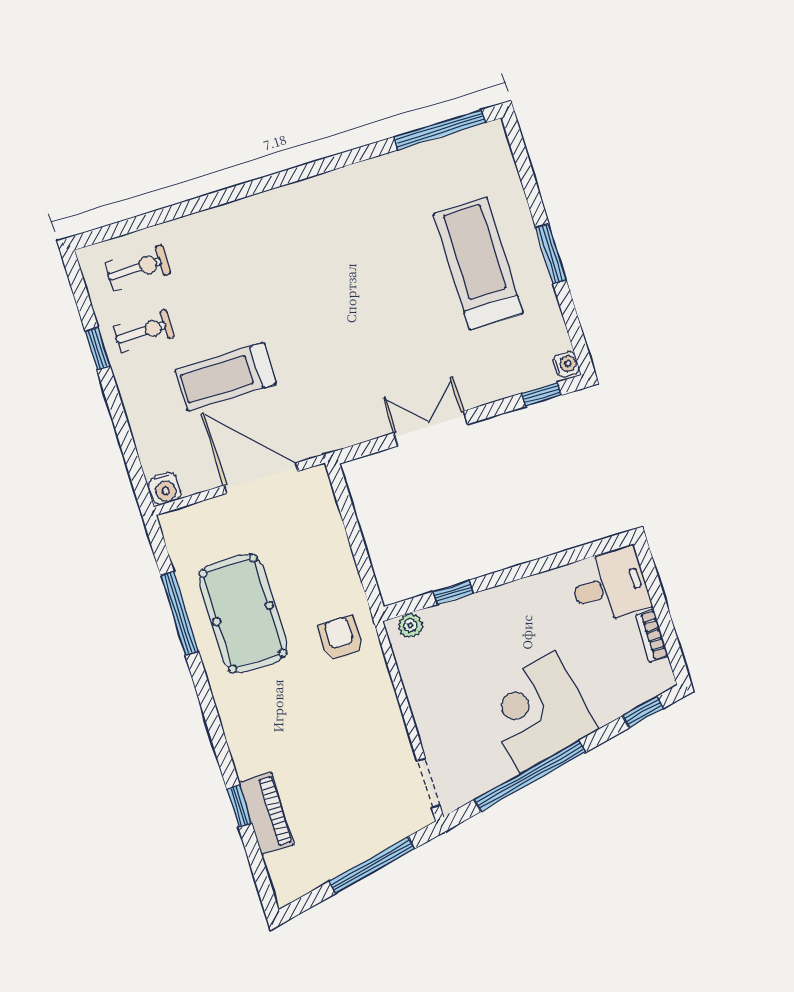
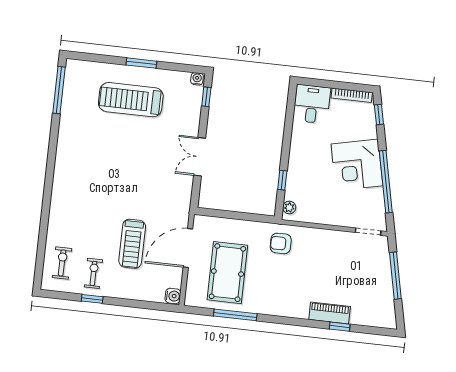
pool table: (243, 613) -> (227, 273), moved, turned 90
bookcase: (652, 636) -> (352, 95), width x1.56
piano: (266, 813) -> (330, 313), moved

